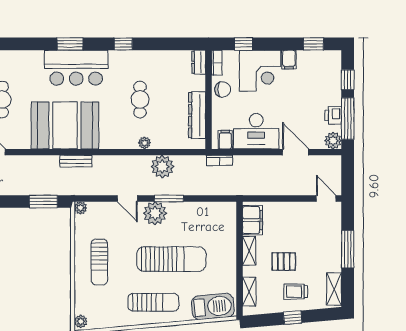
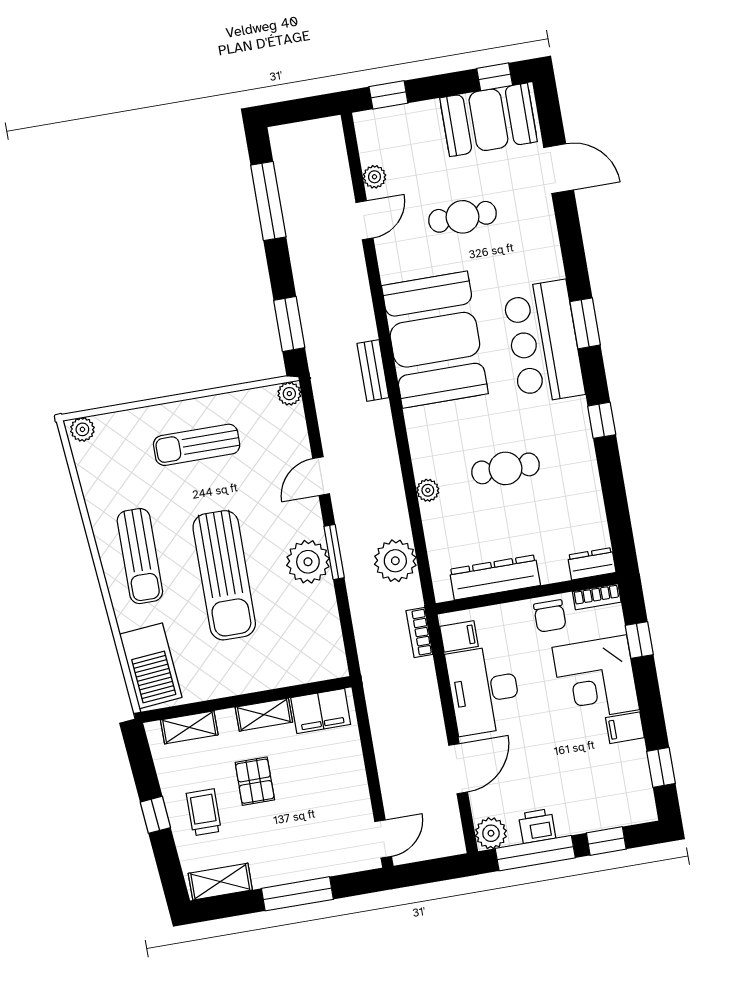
plant: (162, 167) -> (395, 561), moved
plant: (155, 213) -> (308, 562), moved

